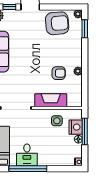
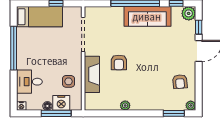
armchair: (57, 23) -> (180, 82), width x0.53, depth x0.53
armchair: (59, 73) -> (119, 62), moved
desk: (27, 155) -> (29, 82), moved

